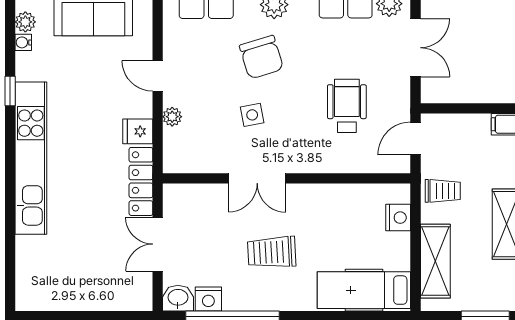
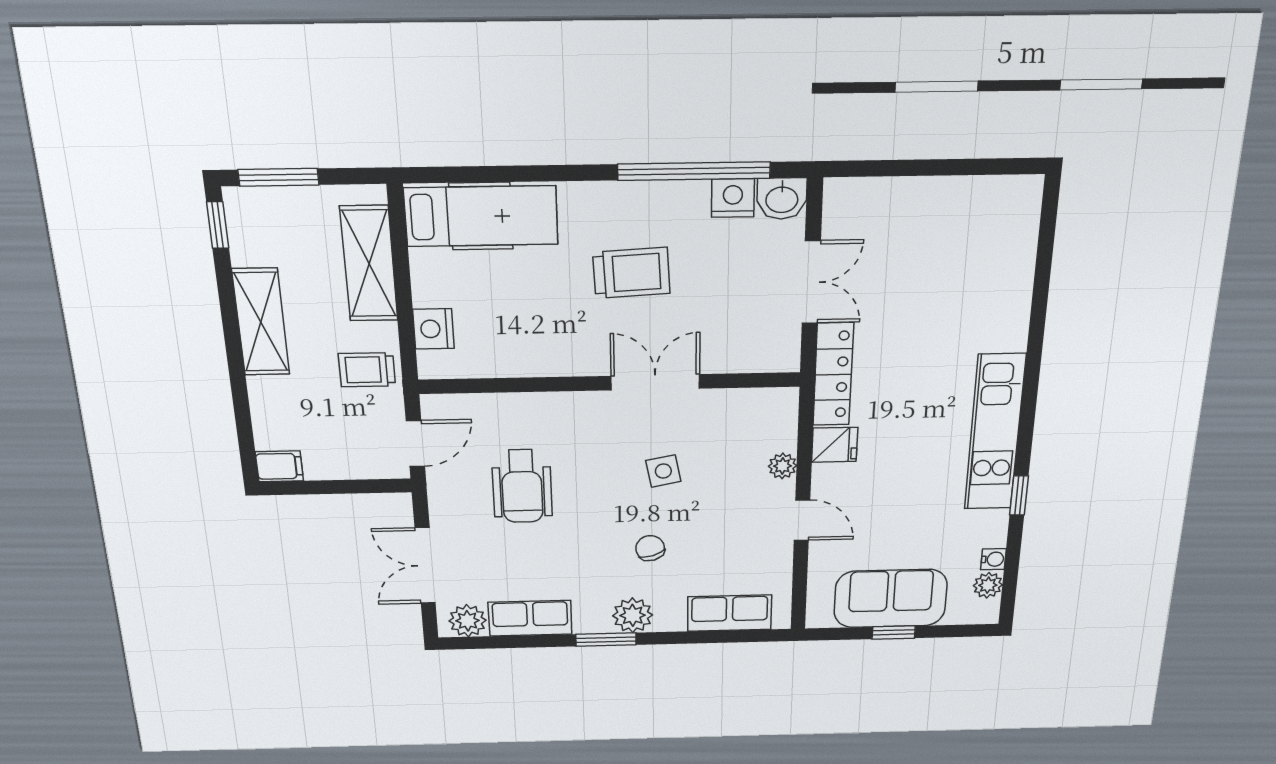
chair: (261, 57) -> (650, 548), width x0.54, depth x0.54
kitchen unit: (31, 158) -> (995, 433), width x0.73

